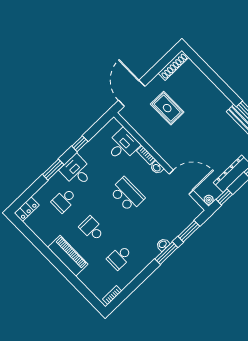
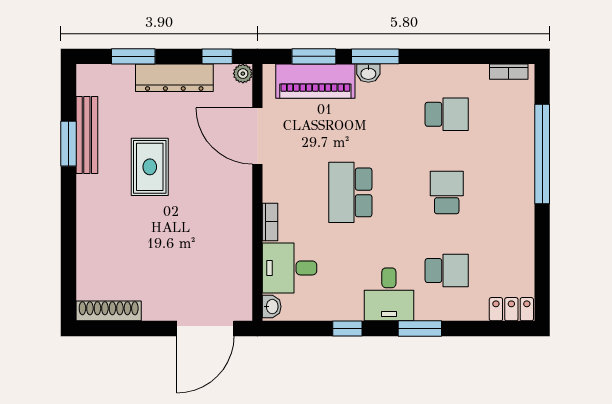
rug: (167, 108) -> (150, 167), moved
washbasin: (157, 168) -> (272, 307), moved
school desk: (92, 229) -> (447, 192), turned 180
piano: (68, 256) -> (315, 81), moved, turned -90
window: (71, 277) -> (542, 154), added

